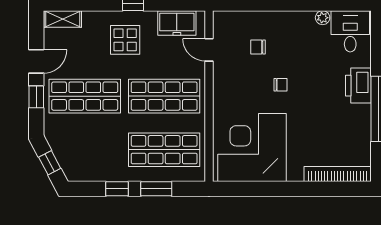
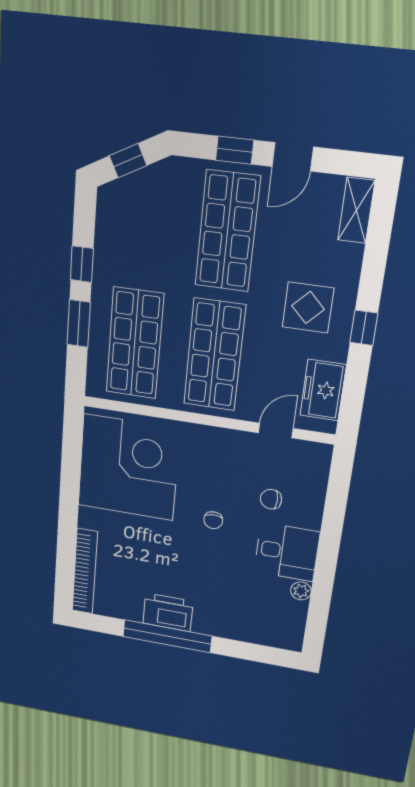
desk: (350, 31) -> (287, 552), moved
chair: (258, 47) -> (271, 499), turned -90
door: (36, 61) -> (293, 157), hinge flipped
printer: (358, 86) -> (168, 612), moved

